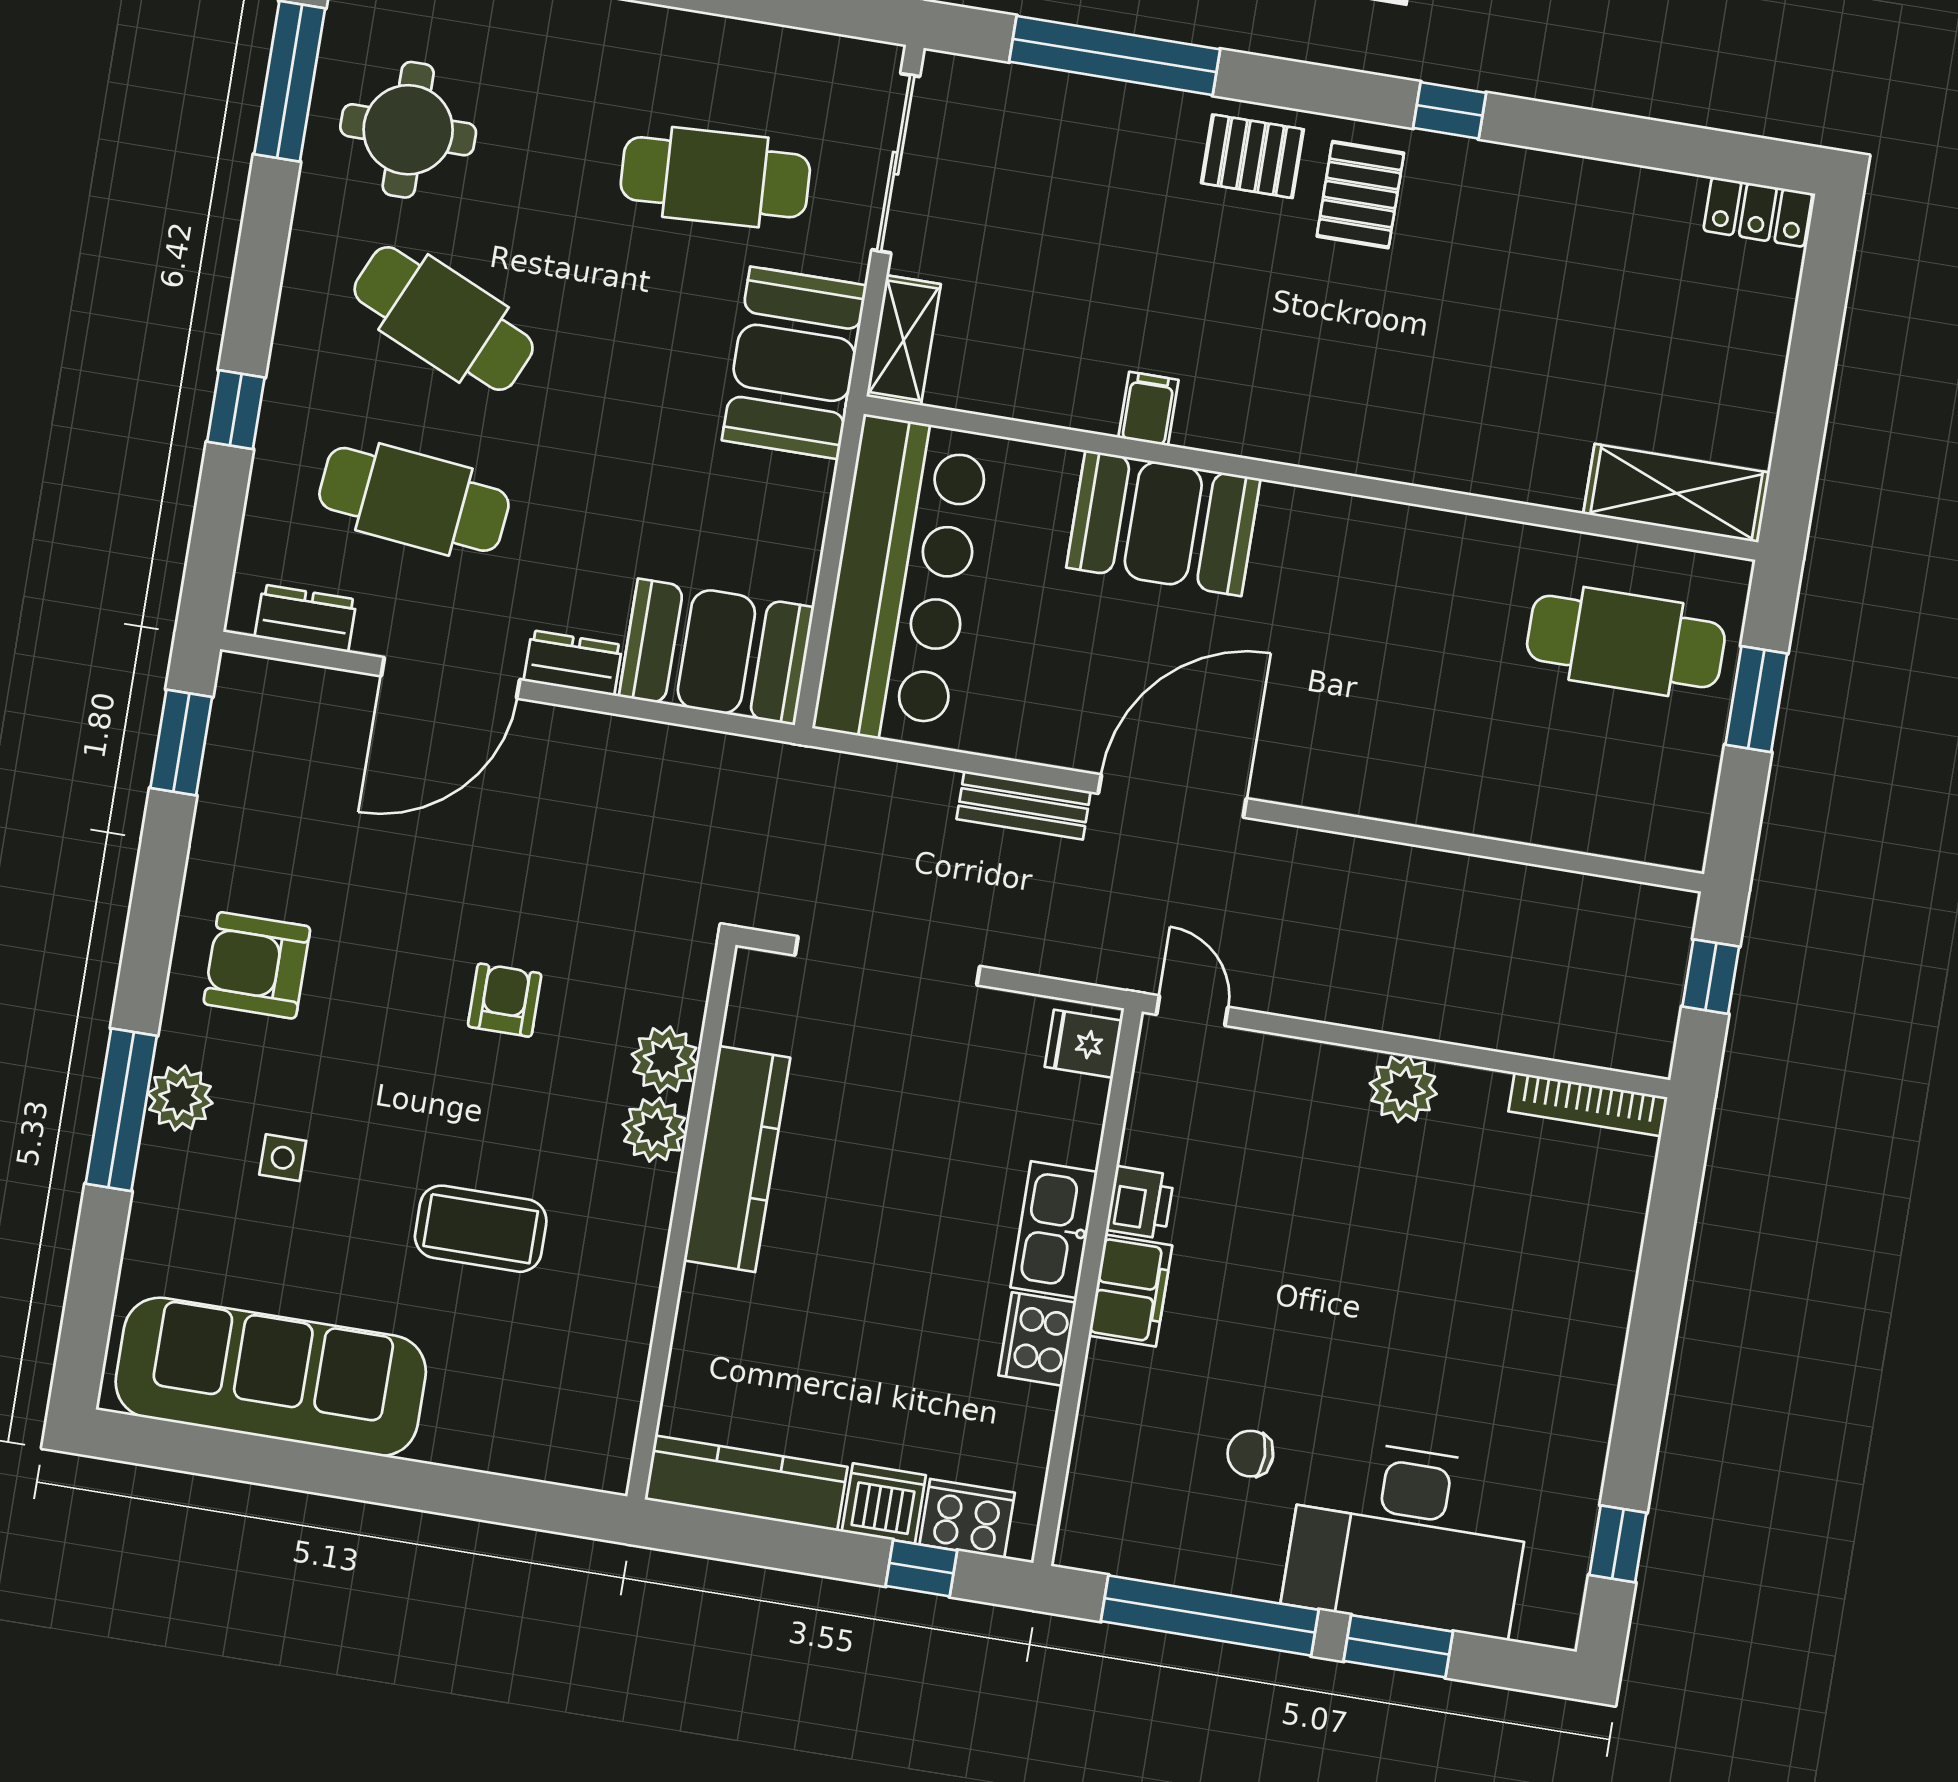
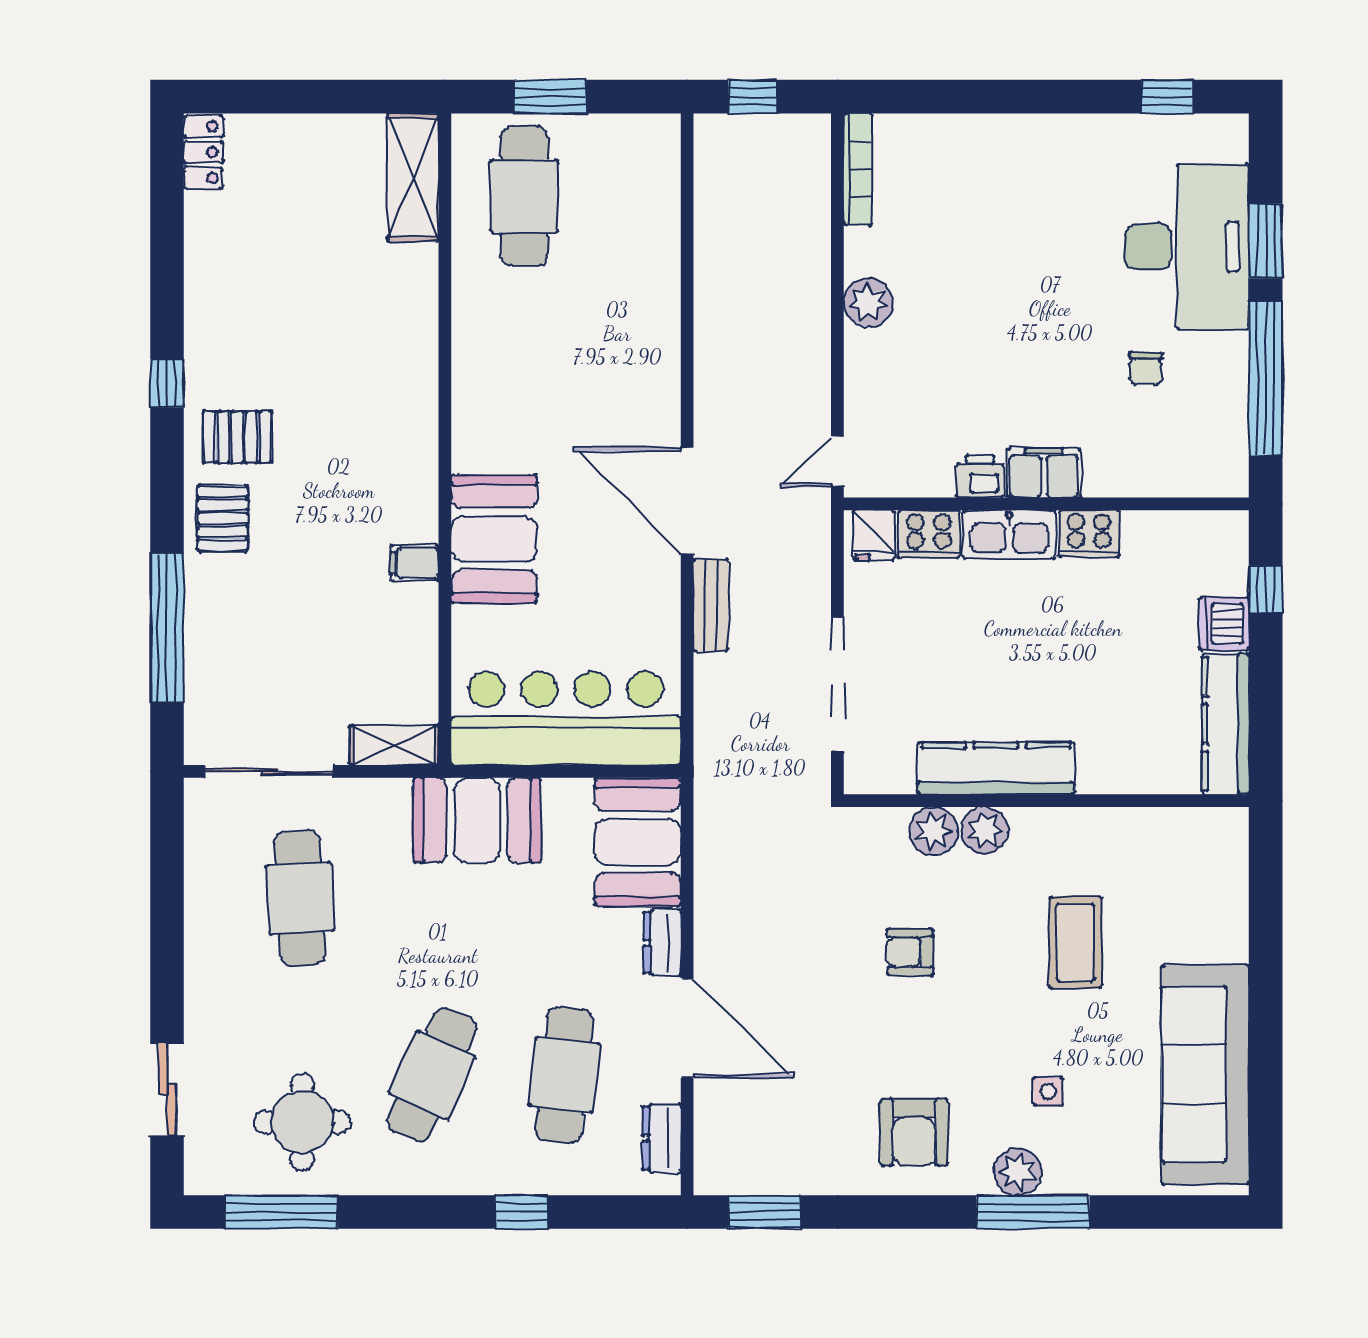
booth: (794, 363) -> (477, 820), moved
cooker: (967, 1519) -> (929, 534), moved, turned -90

